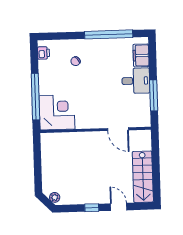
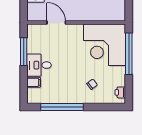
filing cabinet: (141, 55) -> (34, 82), width x0.50
corner desk: (57, 112) -> (105, 45), width x1.36, depth x1.36

